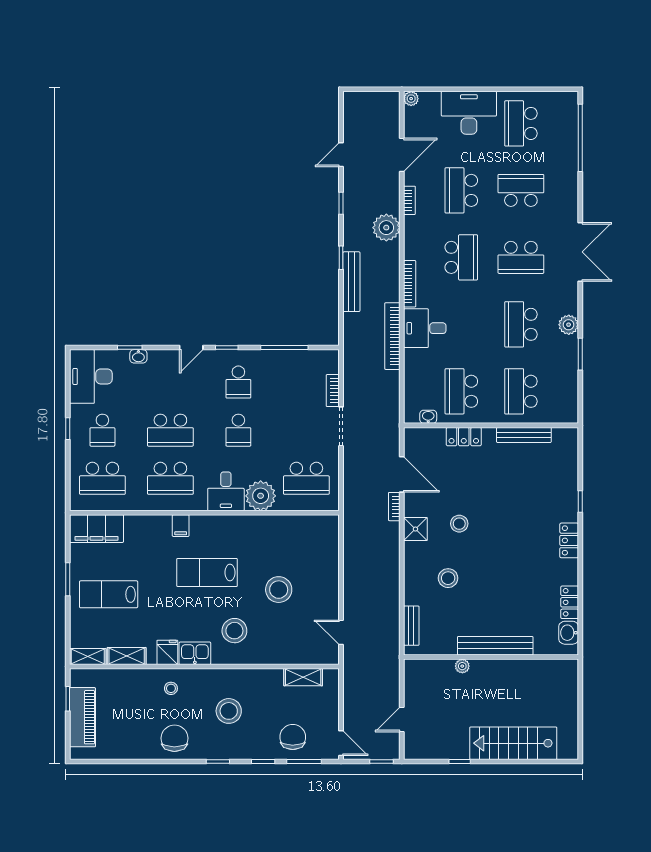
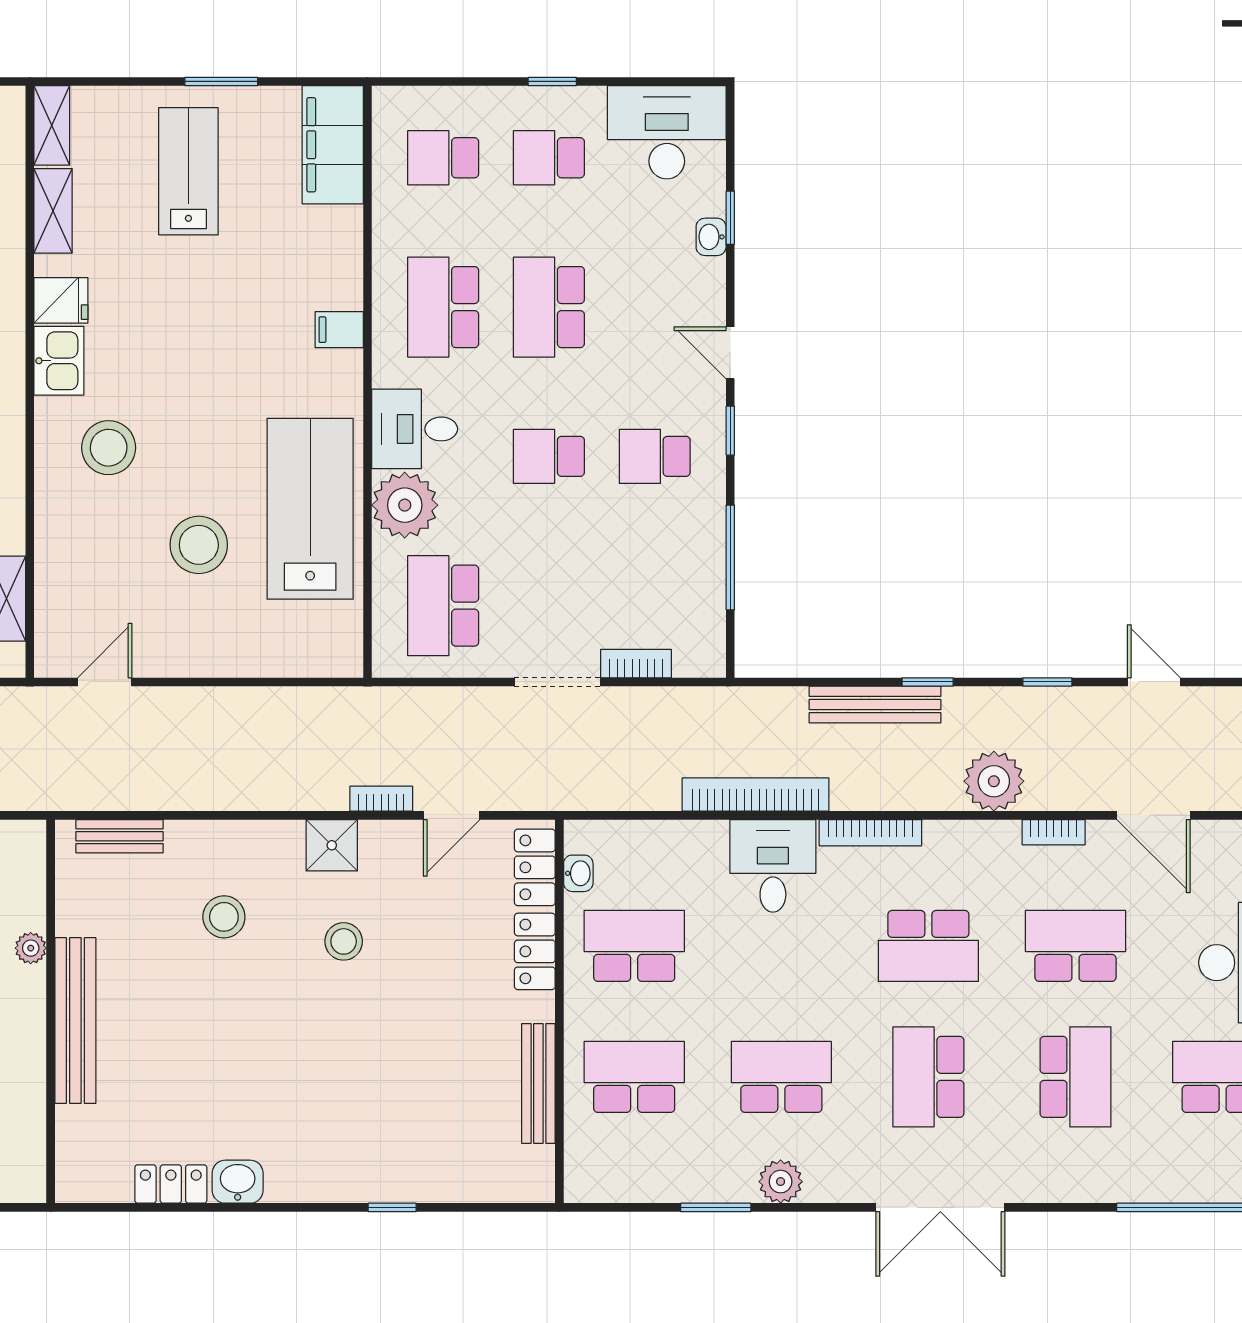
door: (402, 474) -> (452, 815), width x0.73
school desk: (102, 478) -> (443, 158), width x0.54
locker: (569, 540) -> (535, 867), moved, turned -90
lab bench: (207, 572) -> (310, 509), moved, width x1.36, depth x1.39
washbasin: (569, 633) -> (238, 1182), moved

